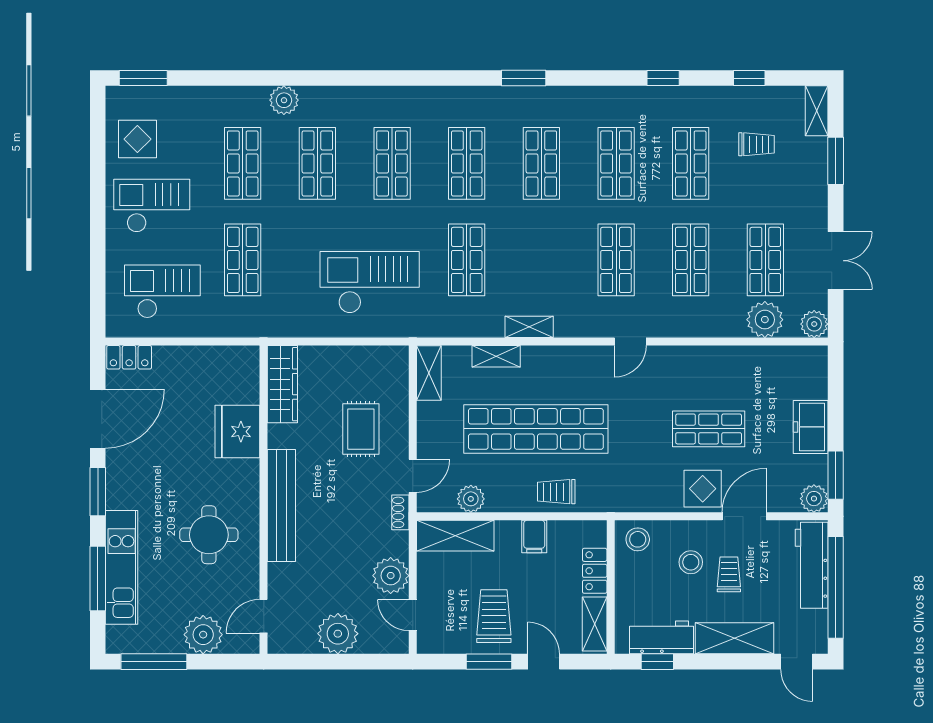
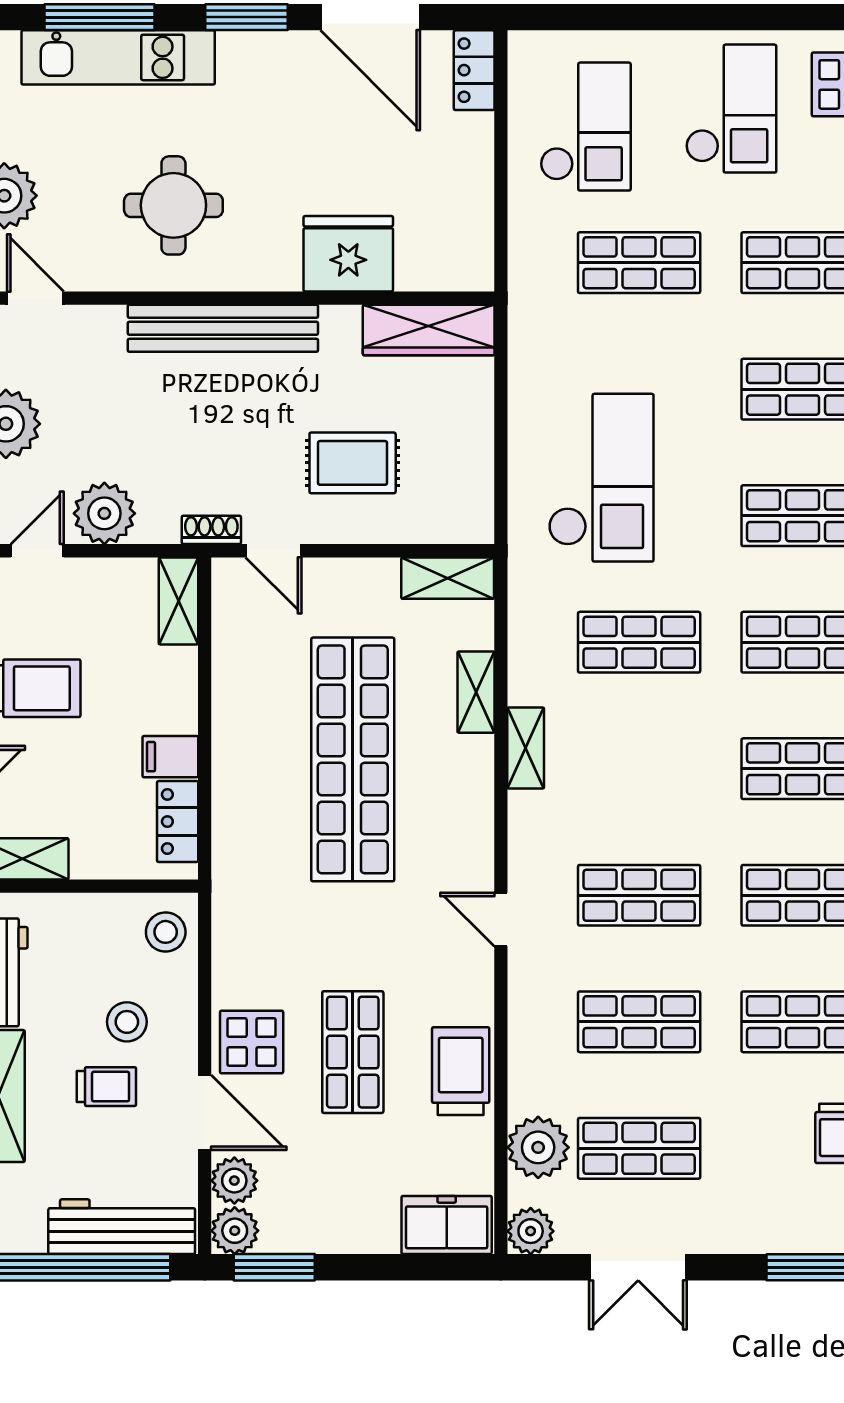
freezer: (811, 427) -> (447, 1225), moved
trolley: (556, 492) -> (461, 1071), moved, width x1.36, depth x1.39
plant: (471, 499) -> (234, 1181), moved
shelving: (455, 536) -> (178, 601), width x0.67, depth x0.75
locker: (595, 571) -> (178, 822), moved, turned -90

